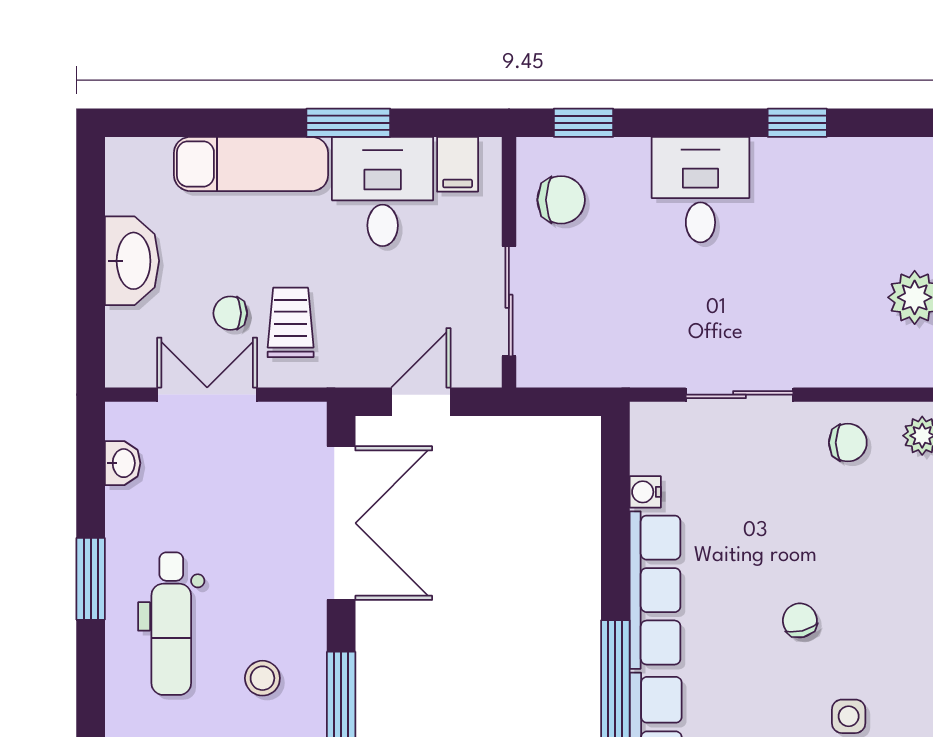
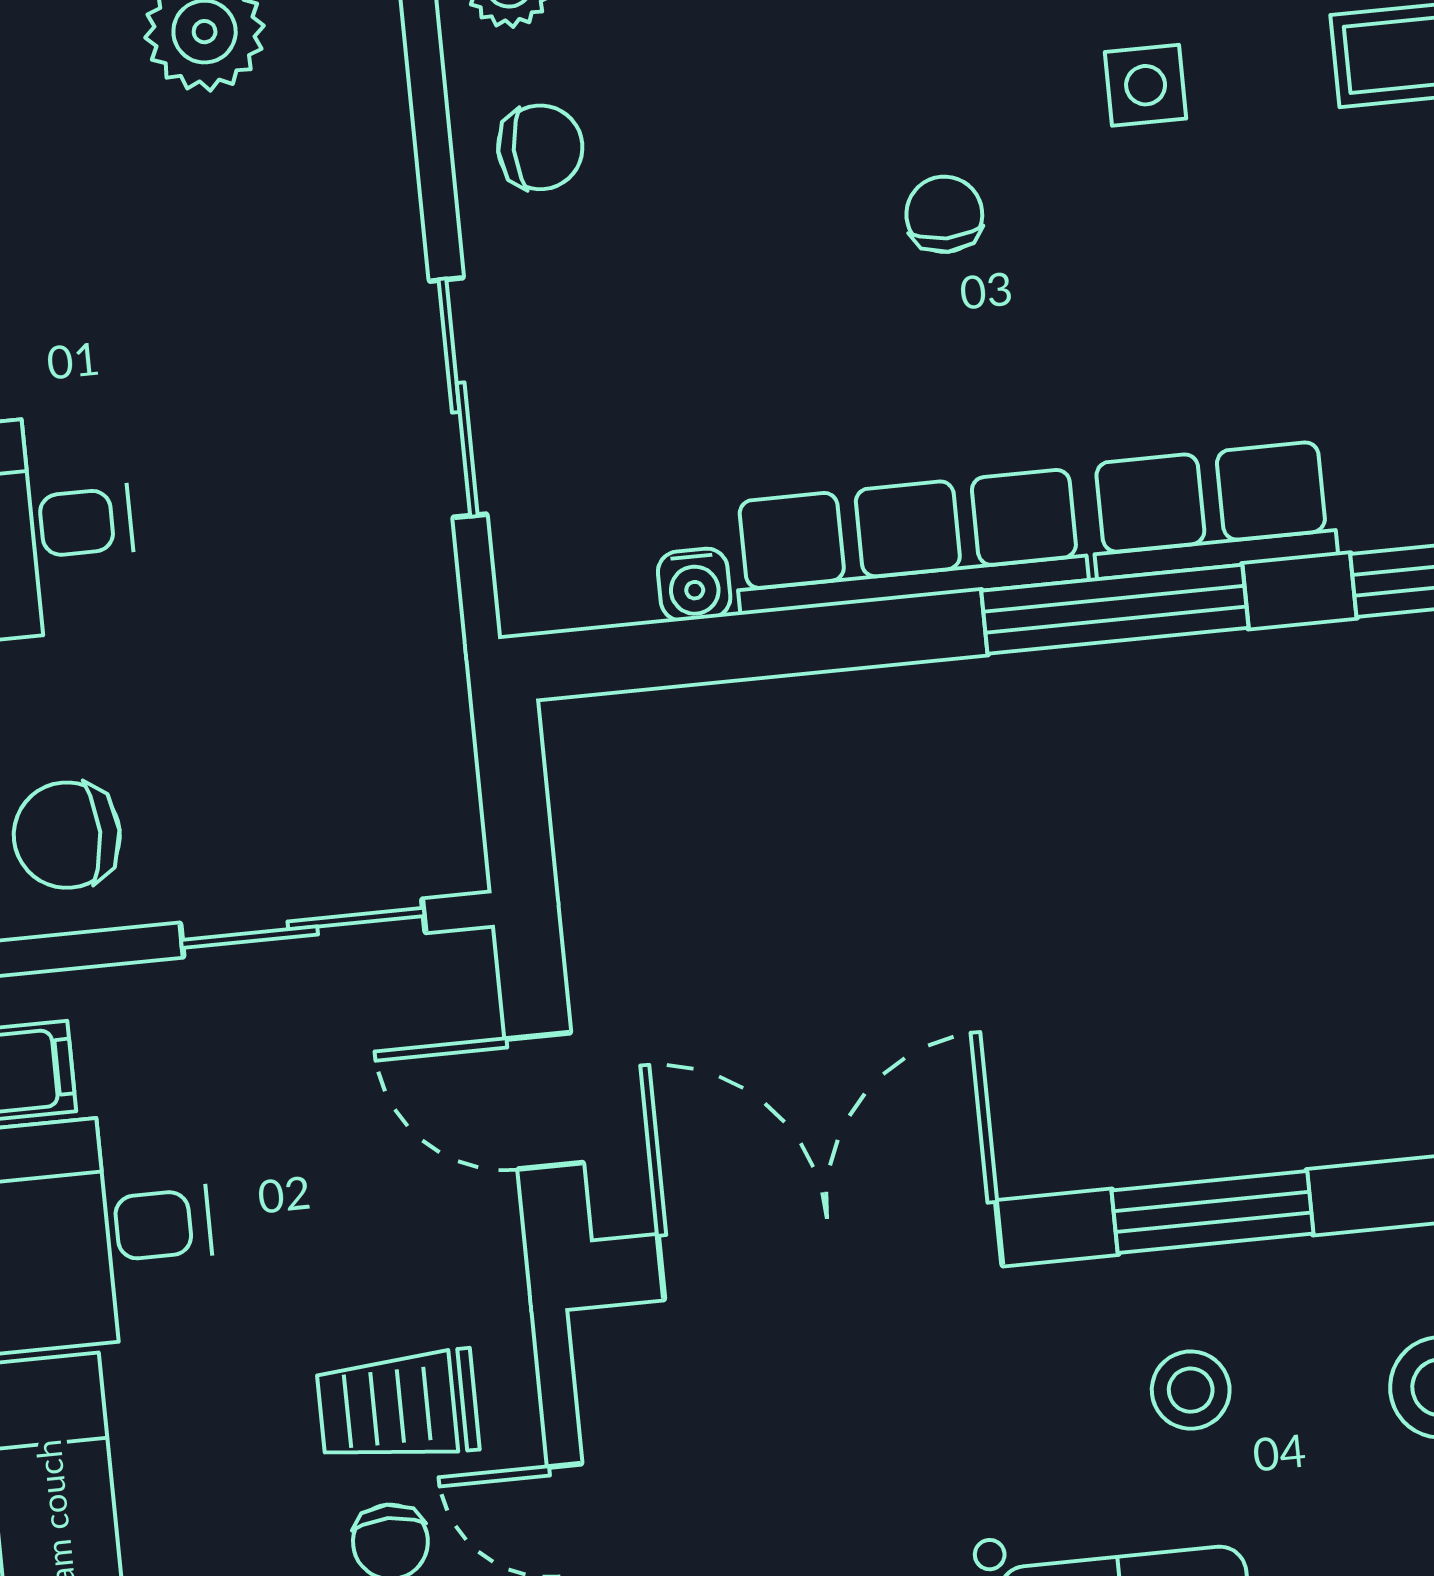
chair: (561, 200) -> (67, 835), turned -90
chair: (848, 443) -> (540, 147), turned 90
chair: (800, 620) -> (944, 214), turned 104

